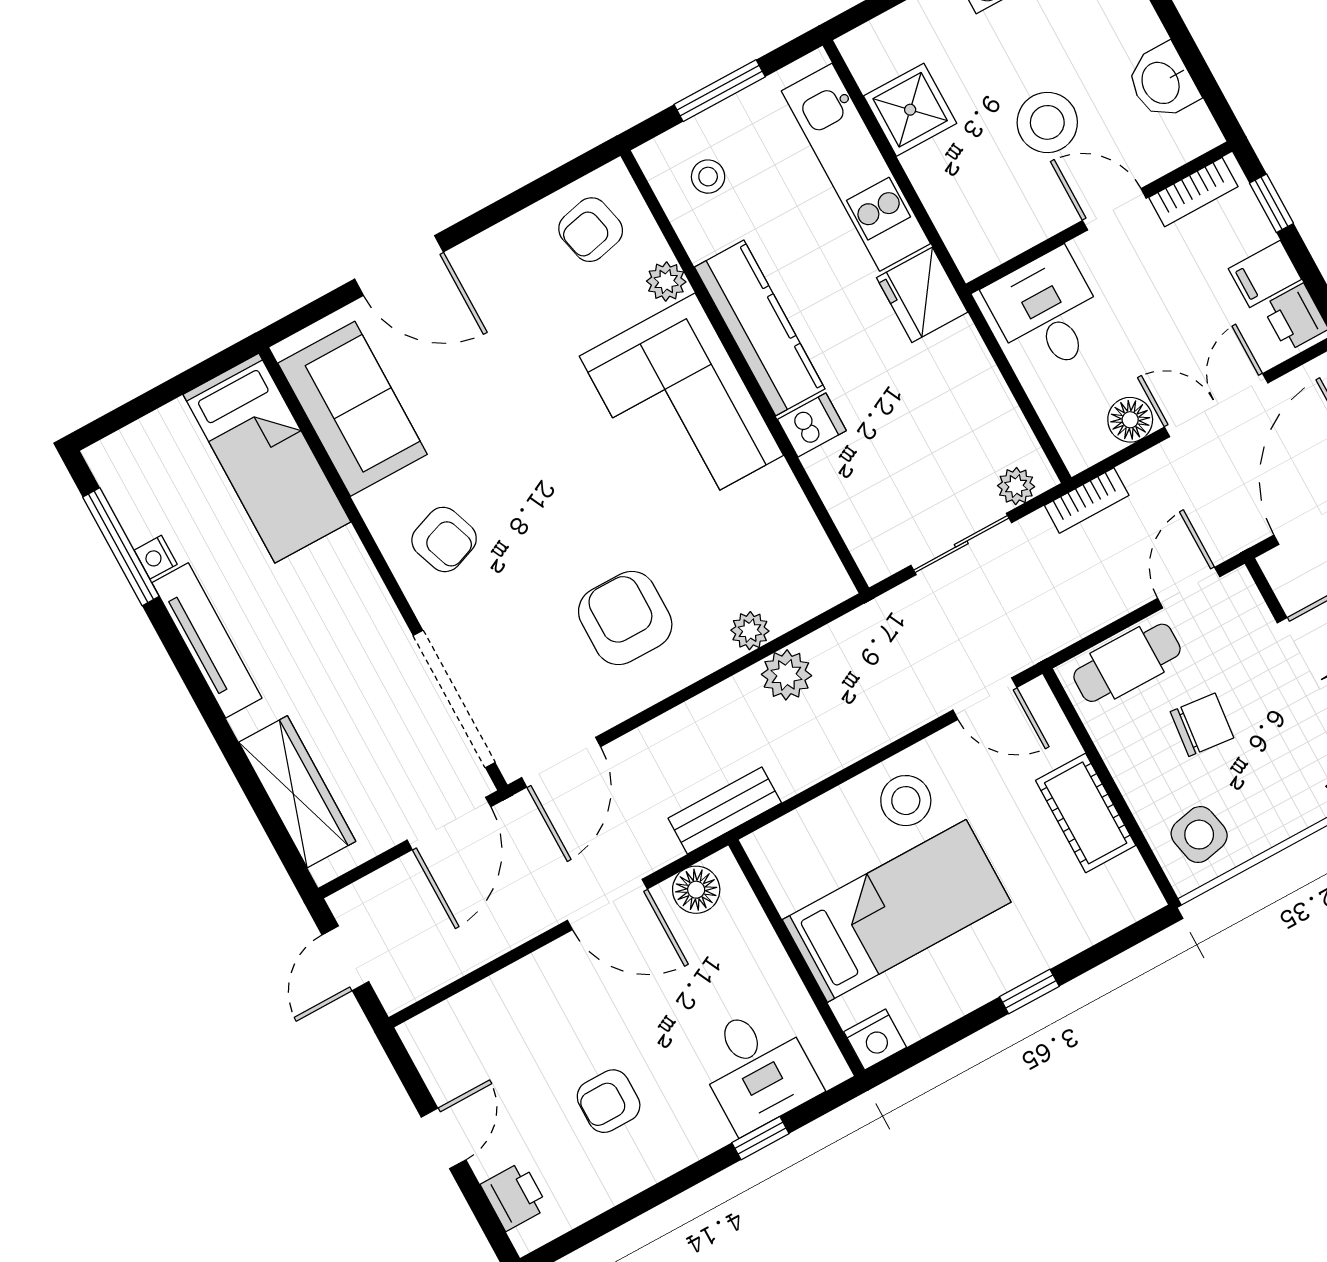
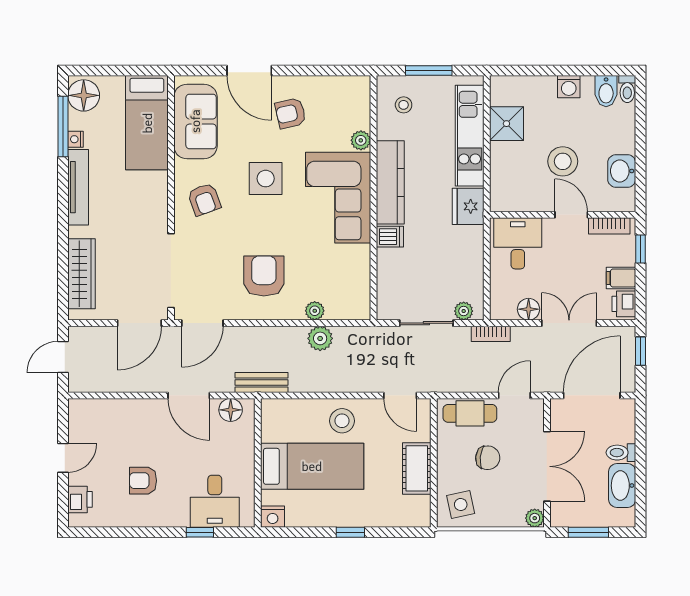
armchair: (591, 230) -> (291, 113), moved
side table: (533, 442) -> (266, 179), added
floor lamp: (128, 471) -> (84, 95), added

